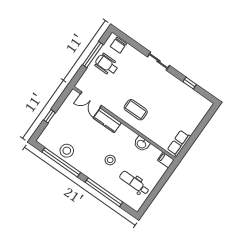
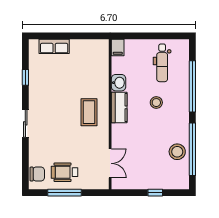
wheelchair: (107, 65) -> (65, 172), turned 90
kitchen counter: (107, 120) -> (119, 107), moved
row of seats: (179, 143) -> (54, 46), moved

